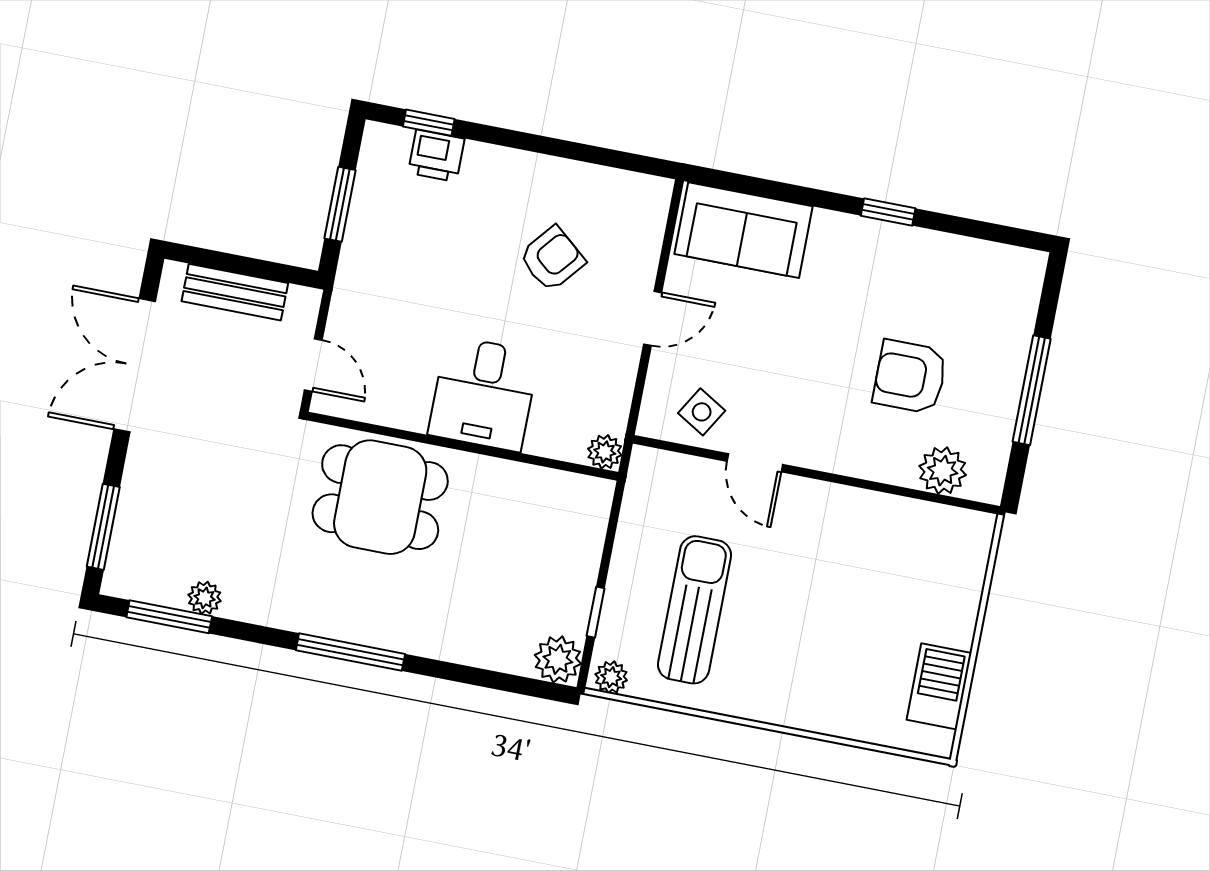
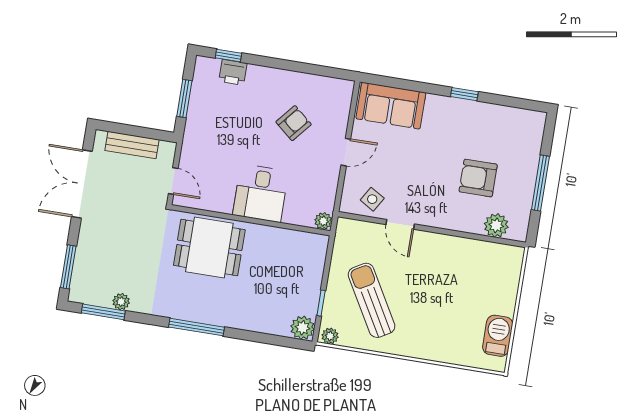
sun lounger: (695, 610) -> (372, 300), turned -30

